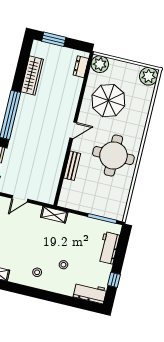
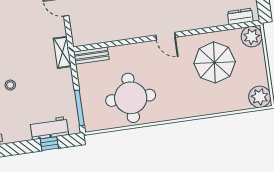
round table: (113, 156) -> (131, 98), moved
bench: (72, 166) -> (91, 56), moved
window: (114, 280) -> (49, 144), moved

